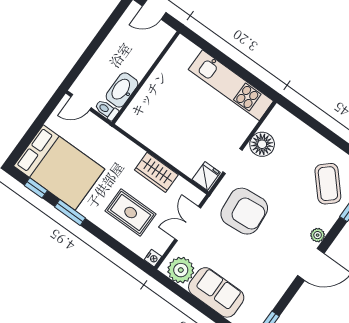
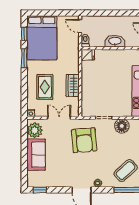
washbasin: (122, 90) -> (115, 41), moved
fridge: (206, 176) -> (88, 55), moved

